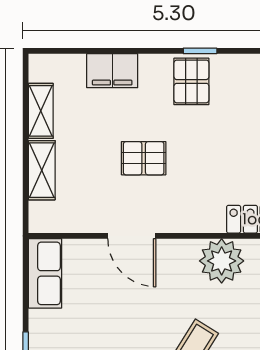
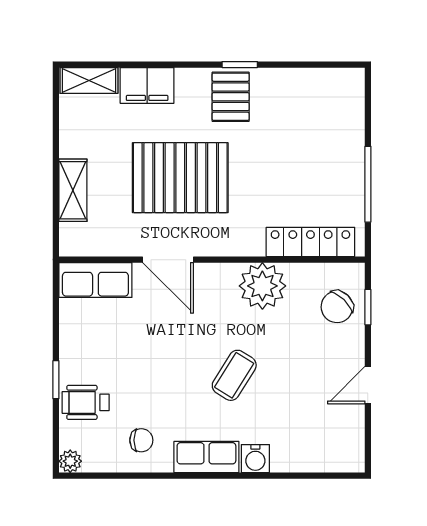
shelving: (41, 111) -> (89, 80), moved, turned 90
pallet: (144, 158) -> (180, 178), width x2.05, depth x2.00
row of seats: (45, 273) -> (95, 280), moved, turned 90

